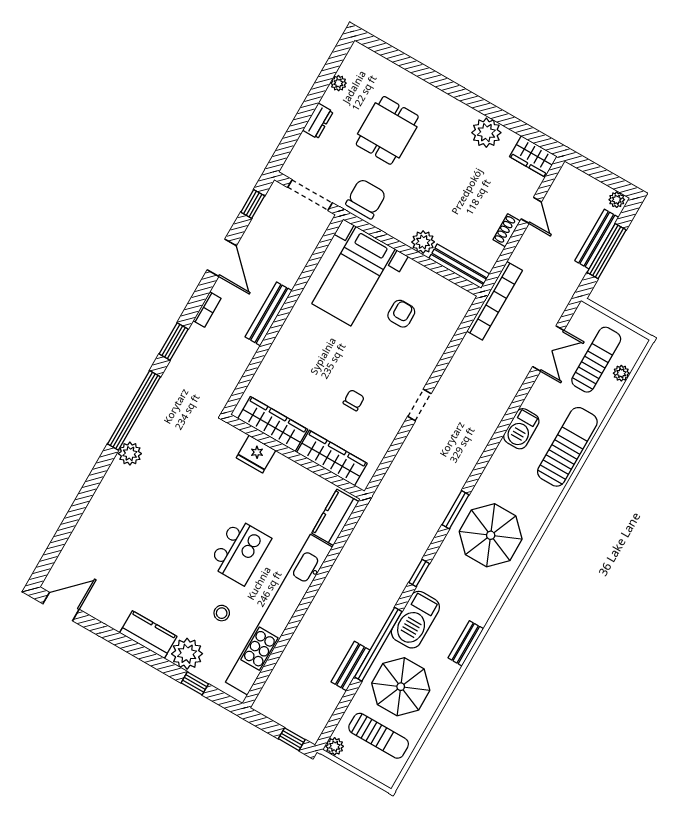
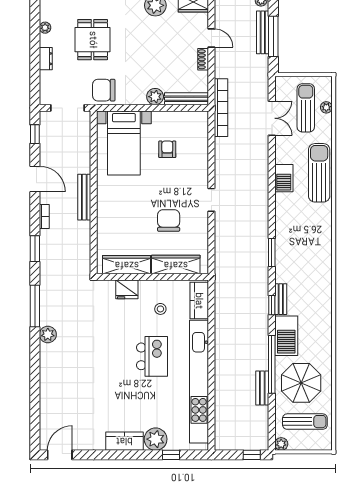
chair: (366, 199) -> (104, 90), turned -90
chair: (354, 400) -> (169, 221), width x1.87, depth x1.87
window: (134, 410) -> (35, 306), width x0.68
parasol: (491, 535) -> (303, 256), removed
stool: (222, 613) -> (160, 309), moved
bench: (466, 643) -> (281, 299), moved

